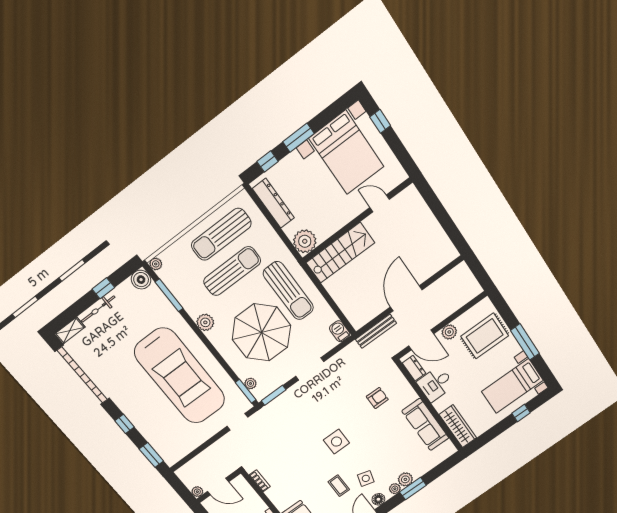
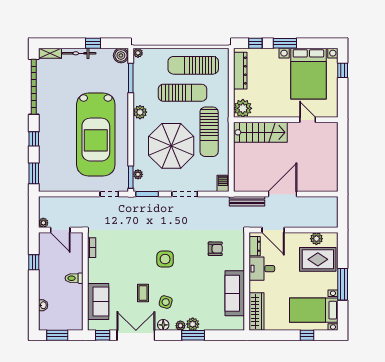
plant: (449, 332) -> (316, 239), moved

